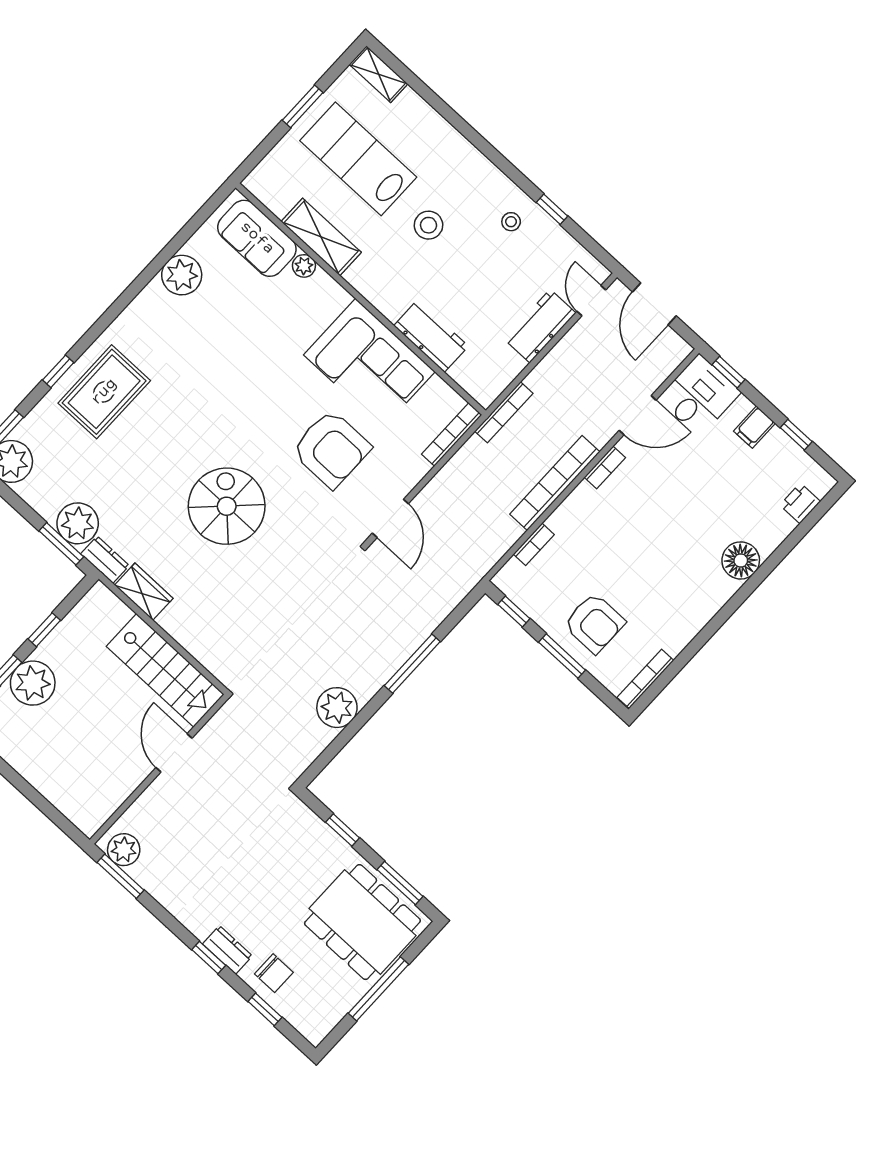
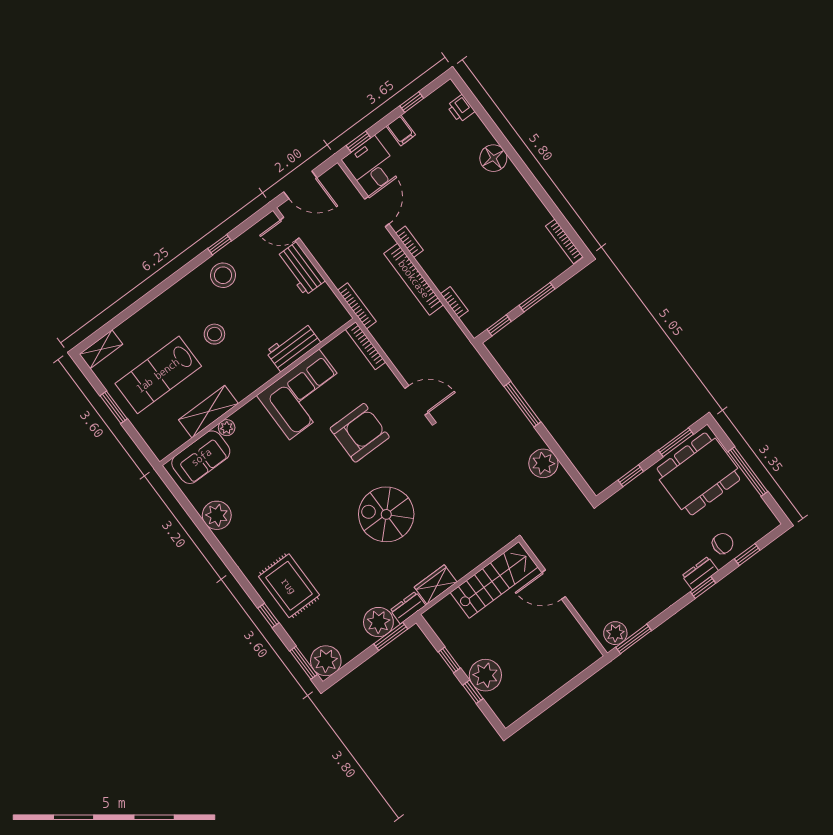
stool: (511, 222) -> (223, 275), width x1.89, depth x1.89
armchair: (594, 623) -> (518, 270), removed

